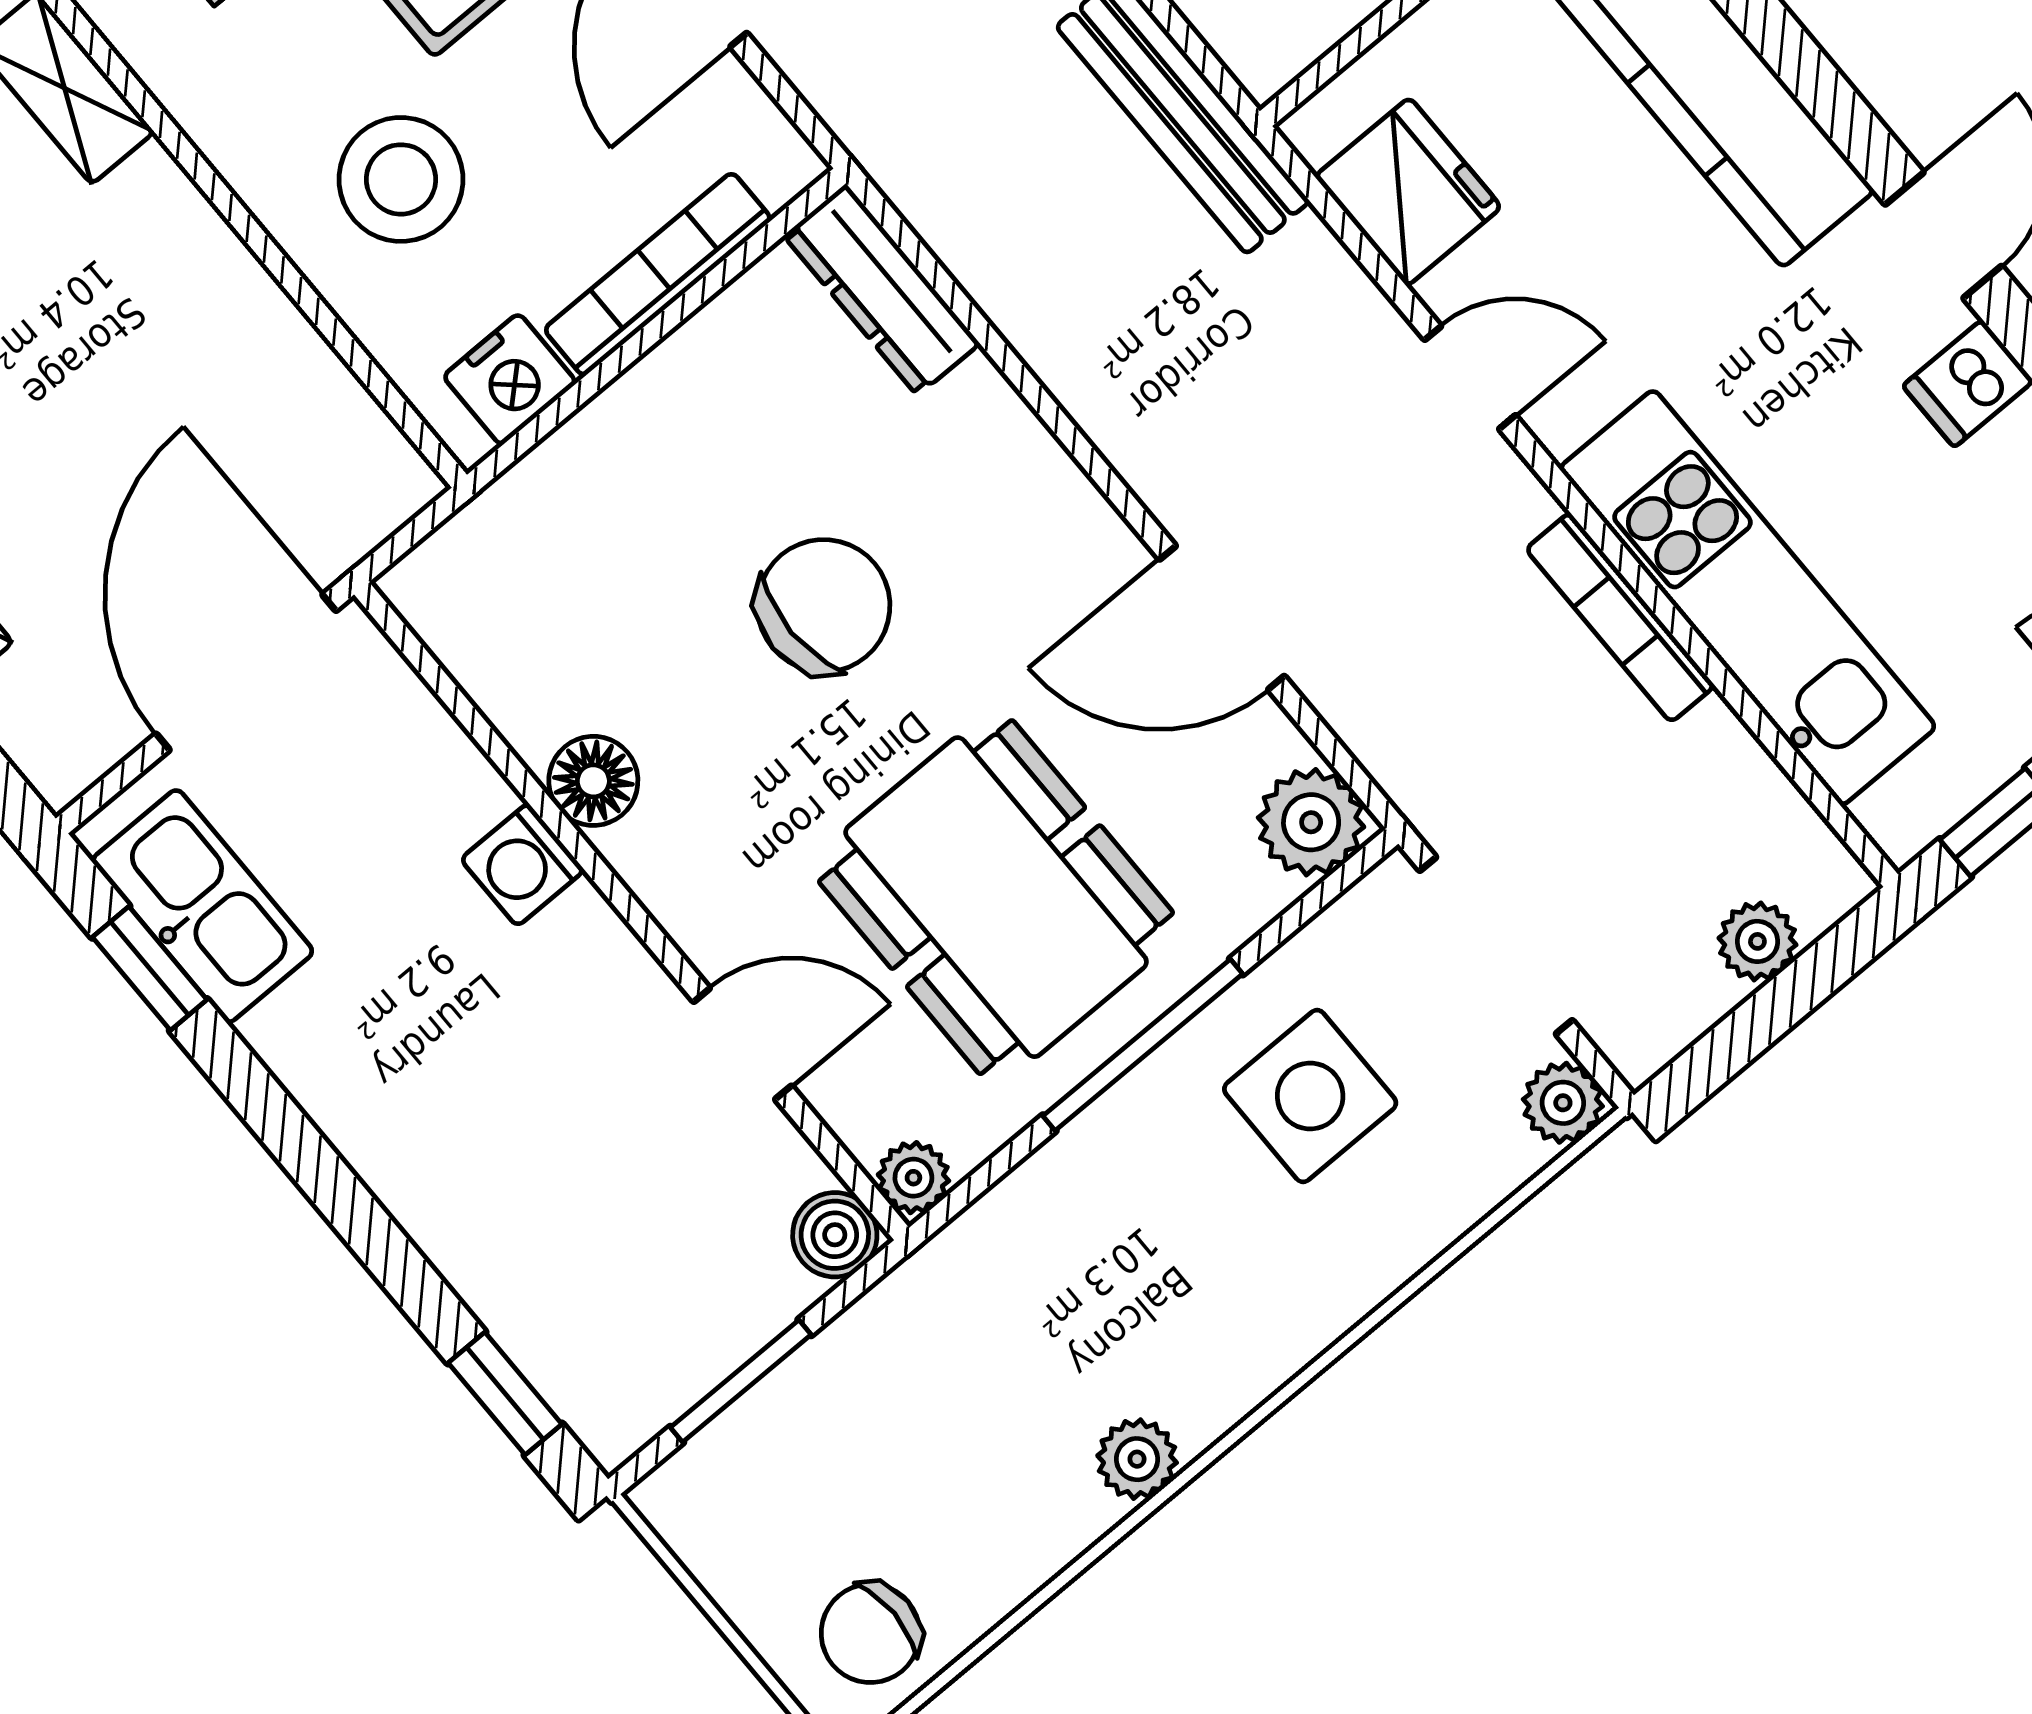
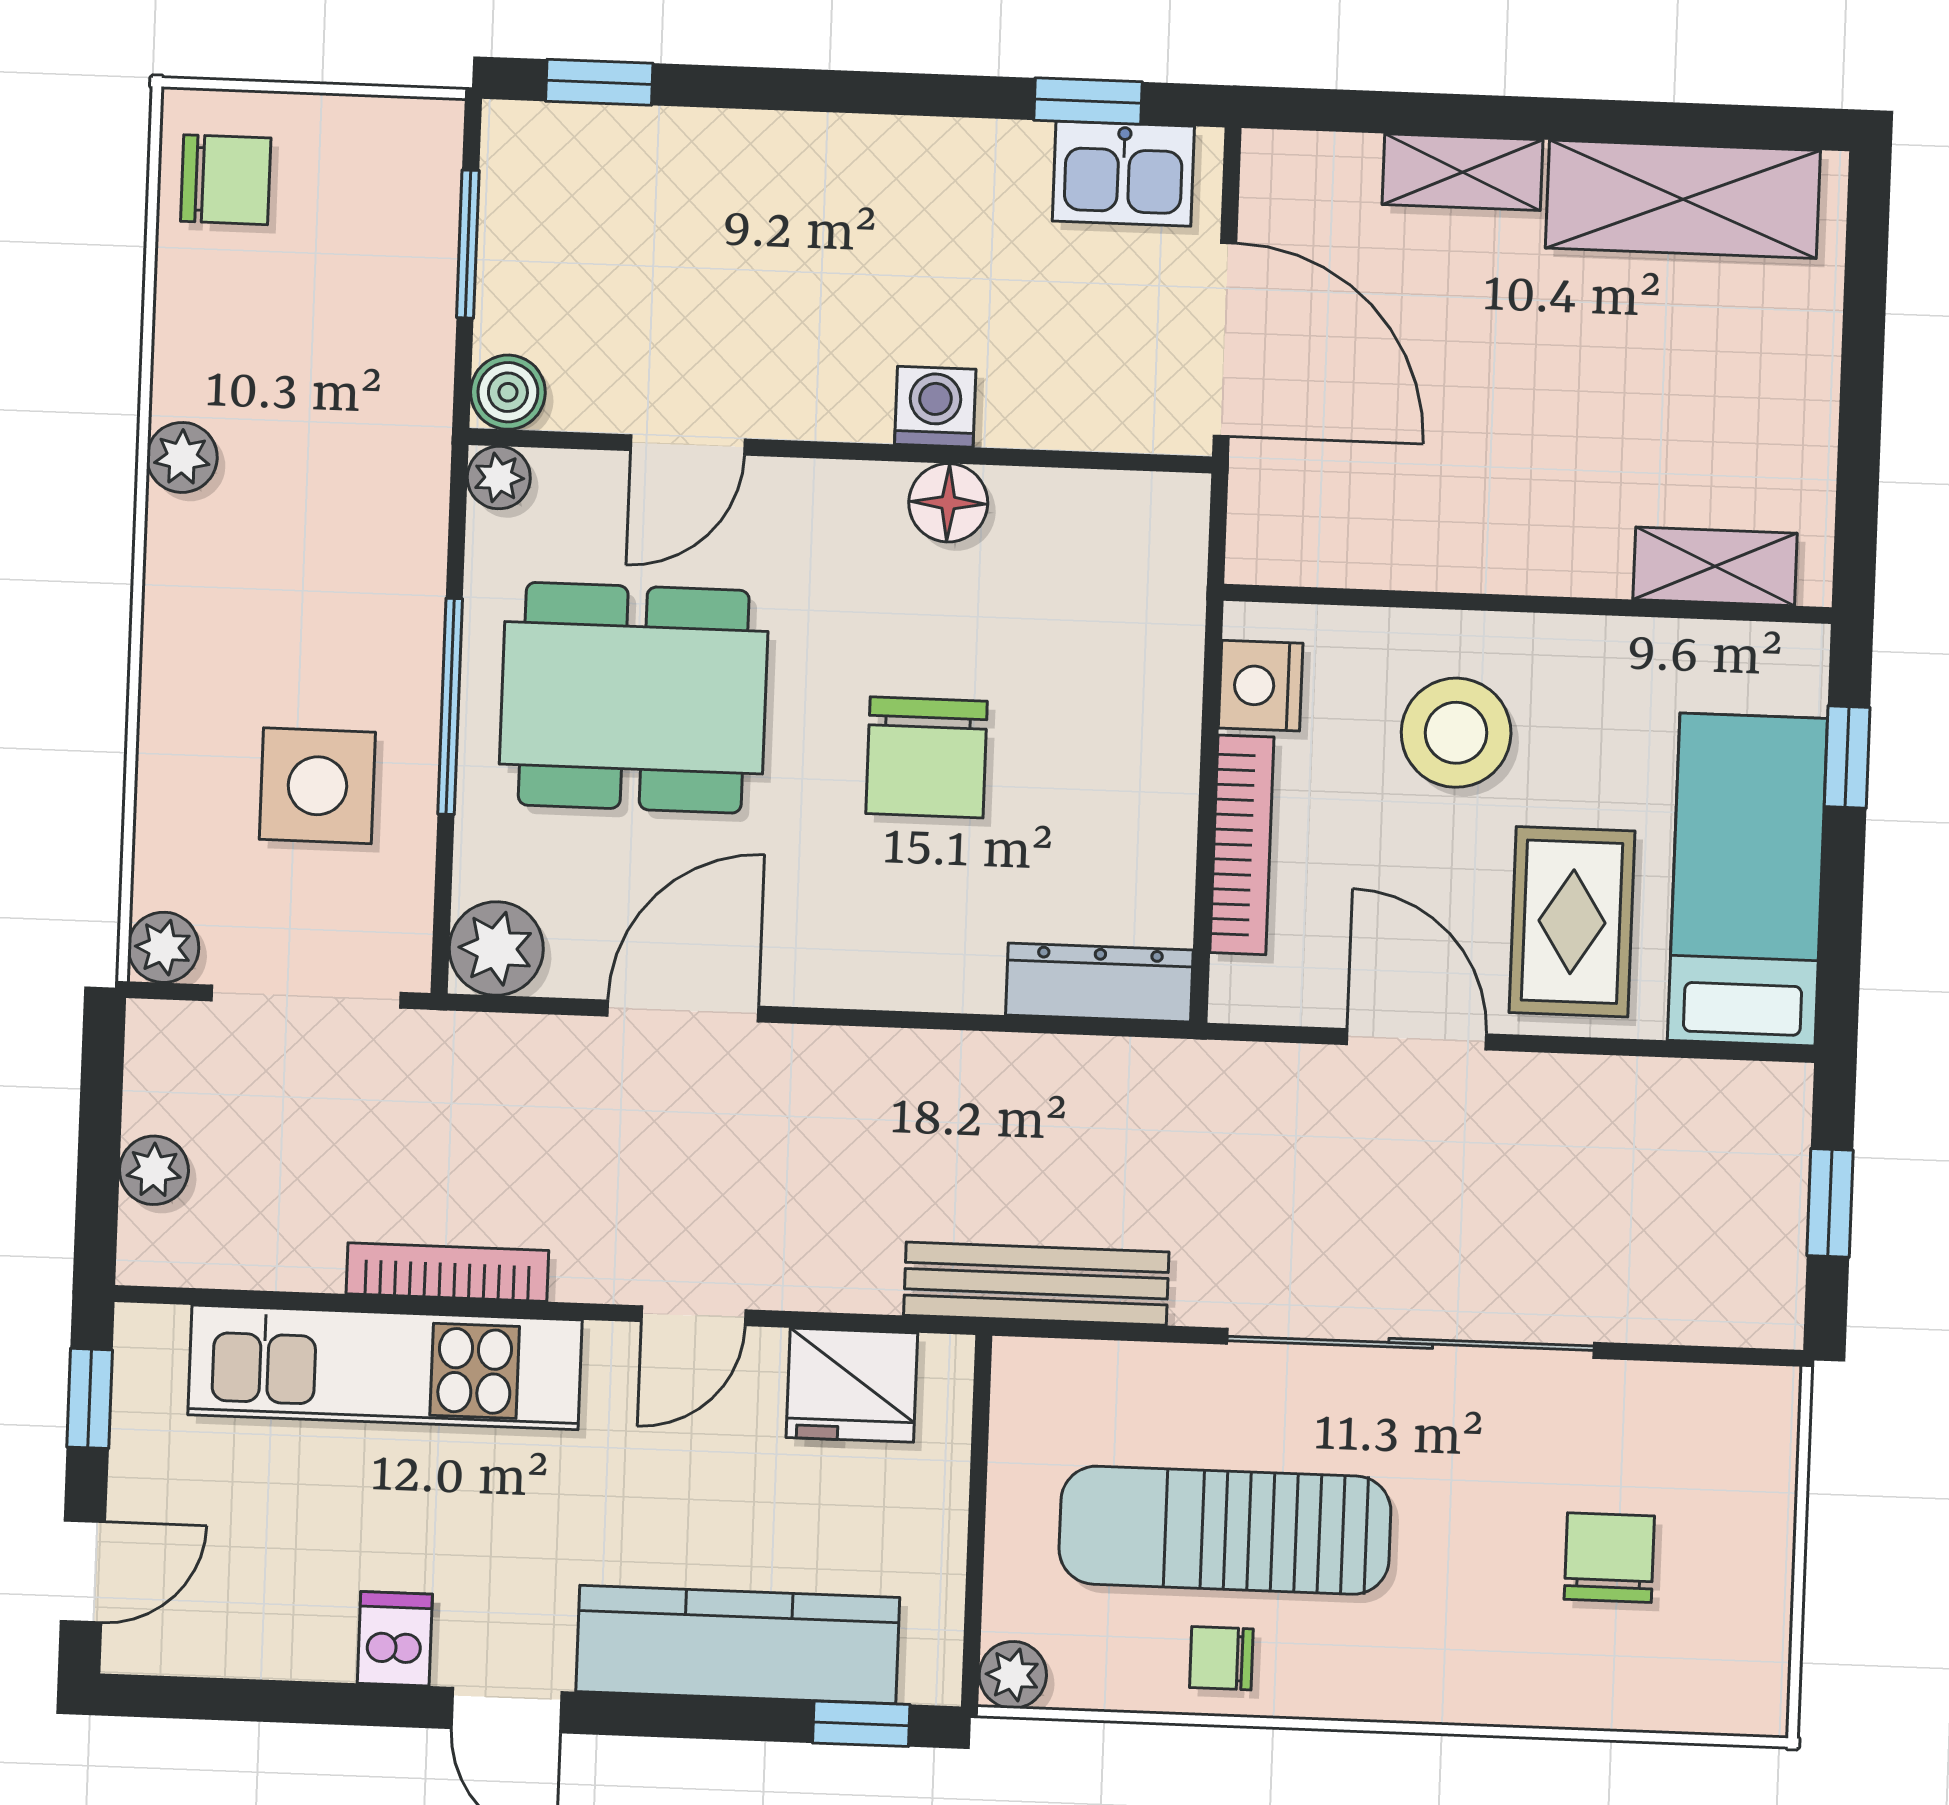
kitchen sink: (203, 906) -> (1123, 174), width x0.73
chair: (870, 1633) -> (226, 180), turned 90

